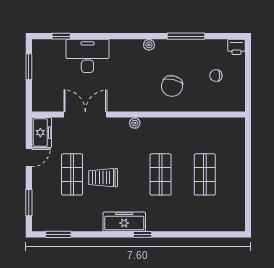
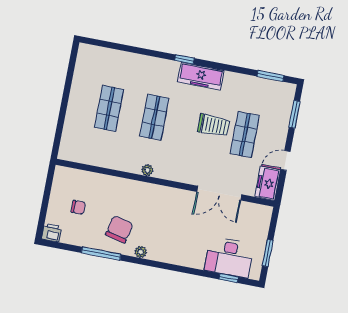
desk: (87, 56) -> (229, 257), moved
chair: (172, 86) -> (119, 229), moved
plant: (135, 123) -> (147, 170), moved

